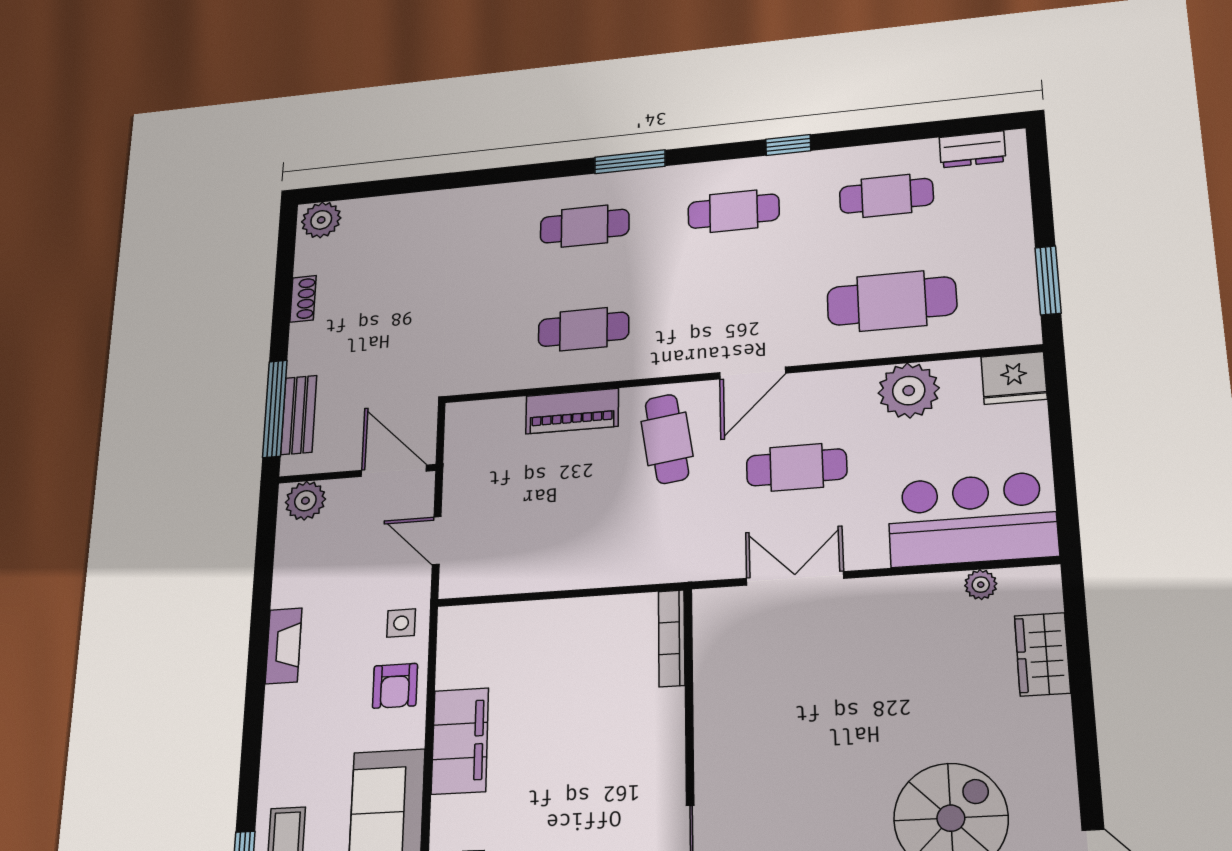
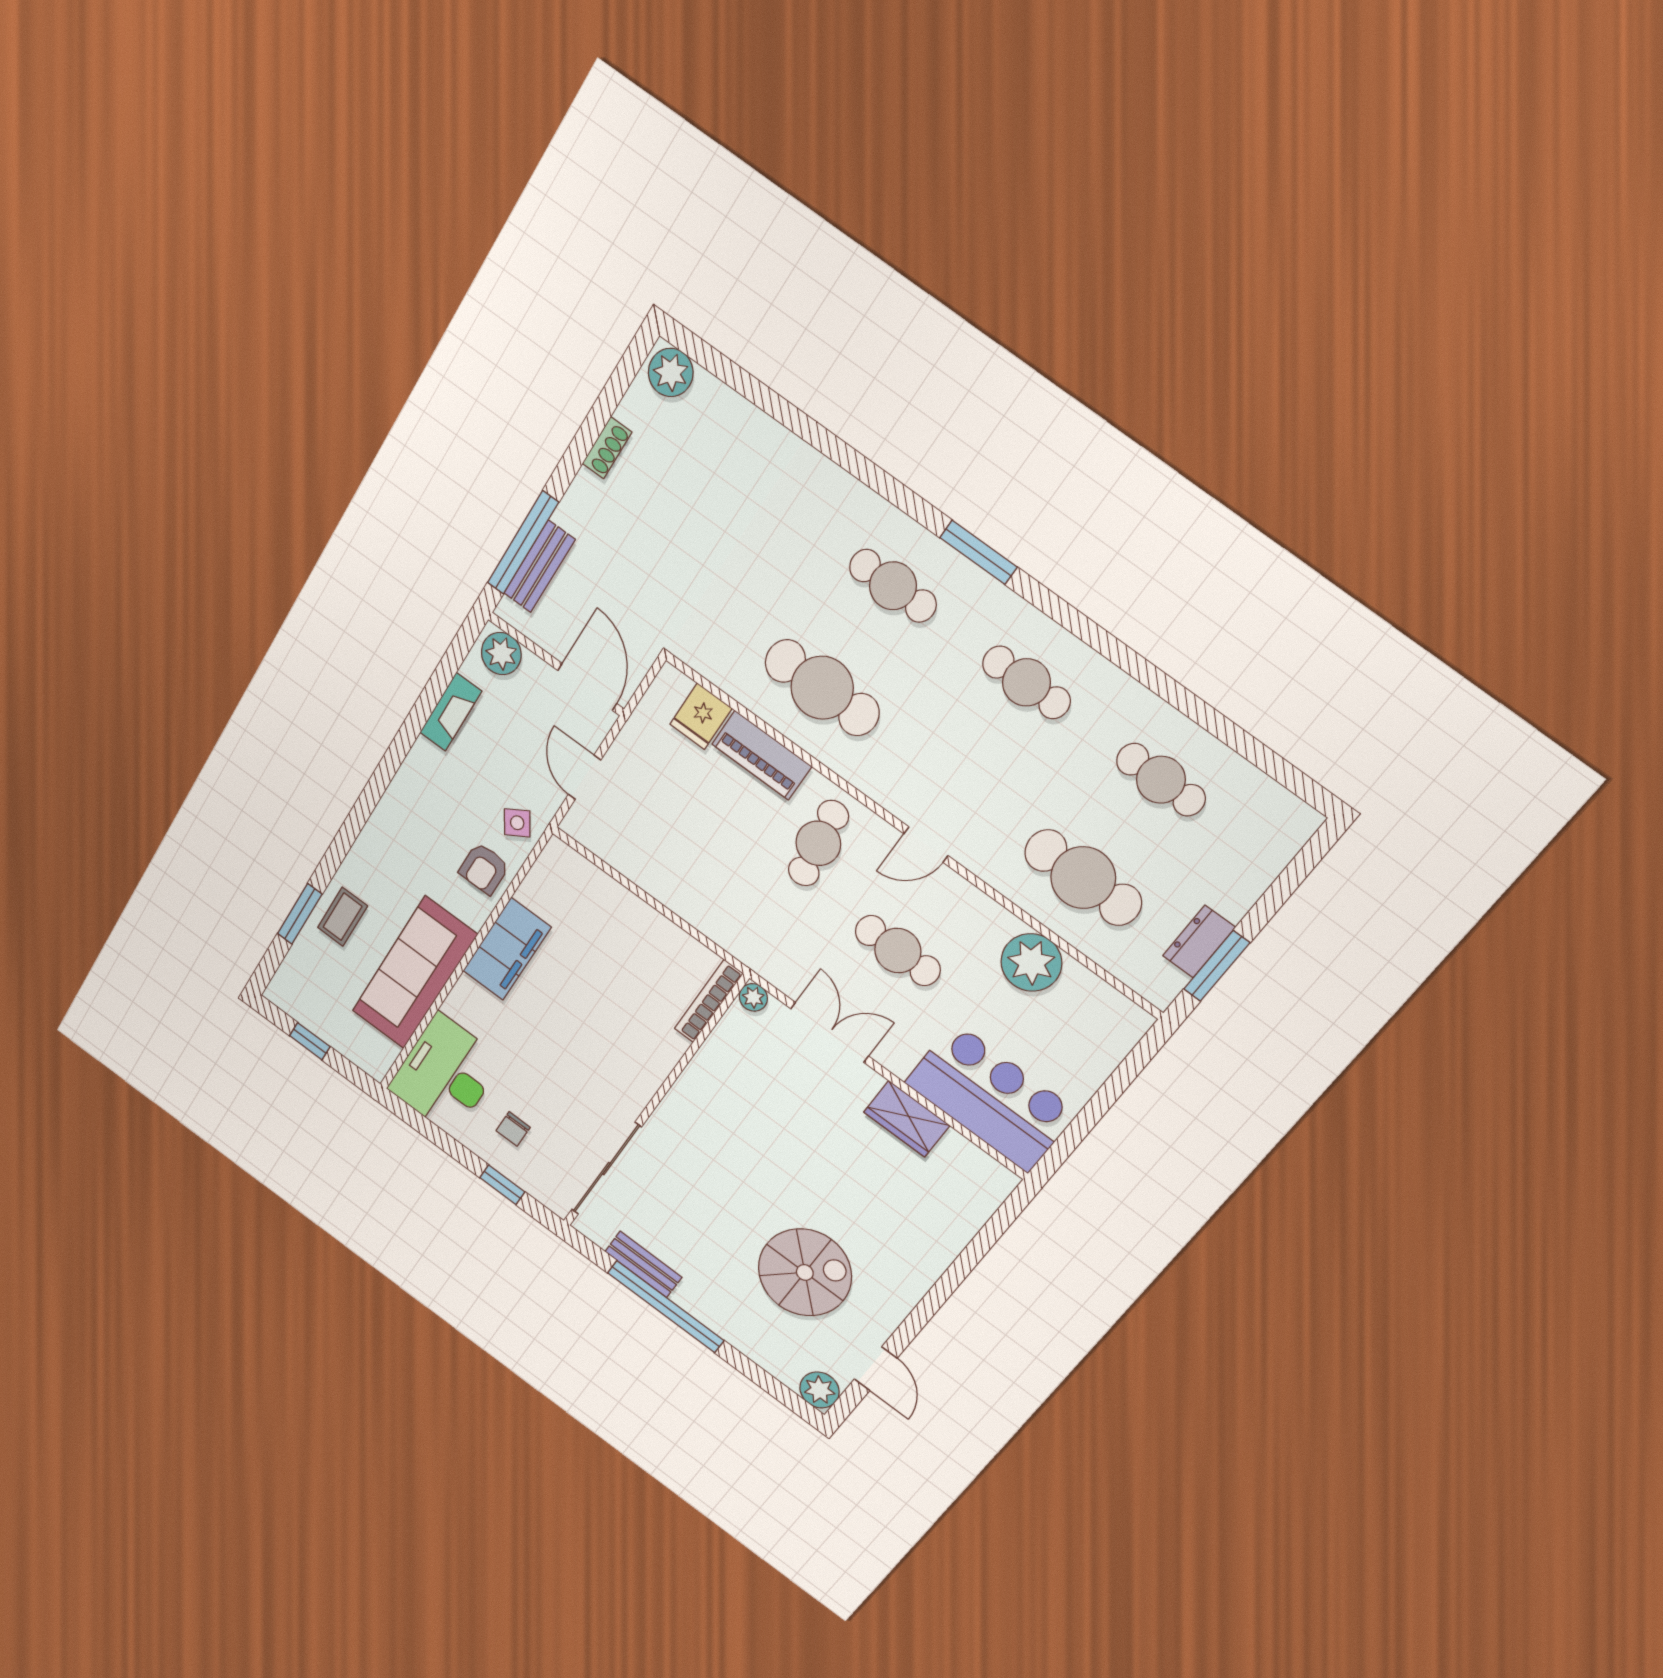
window: (788, 145) -> (1124, 657), removed
dresser: (972, 149) -> (1199, 942), moved, turned 90
cafe table: (584, 329) -> (822, 688), width x1.37, depth x1.35
door: (753, 373) -> (926, 845), width x0.73
fridge: (1014, 378) -> (701, 716), moved, width x0.72
plant: (981, 585) -> (753, 997), moved
side table: (401, 623) -> (517, 823), turned -32
fireplace: (284, 646) -> (451, 712), moved
wardrobe: (1042, 654) -> (907, 1119), moved, turned -90

